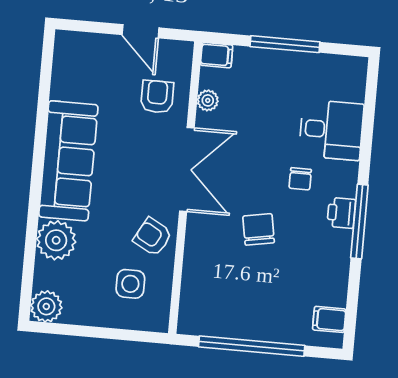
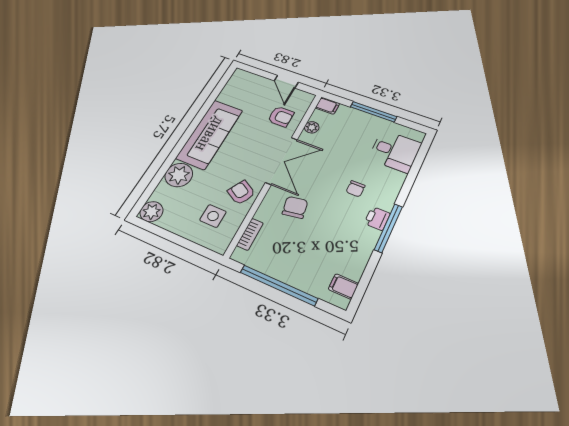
armchair: (157, 97) -> (281, 117), turned 90
desk: (331, 130) -> (395, 151), moved
chair: (259, 229) -> (295, 207), moved
bookcase: (189, 292) -> (250, 234), added

